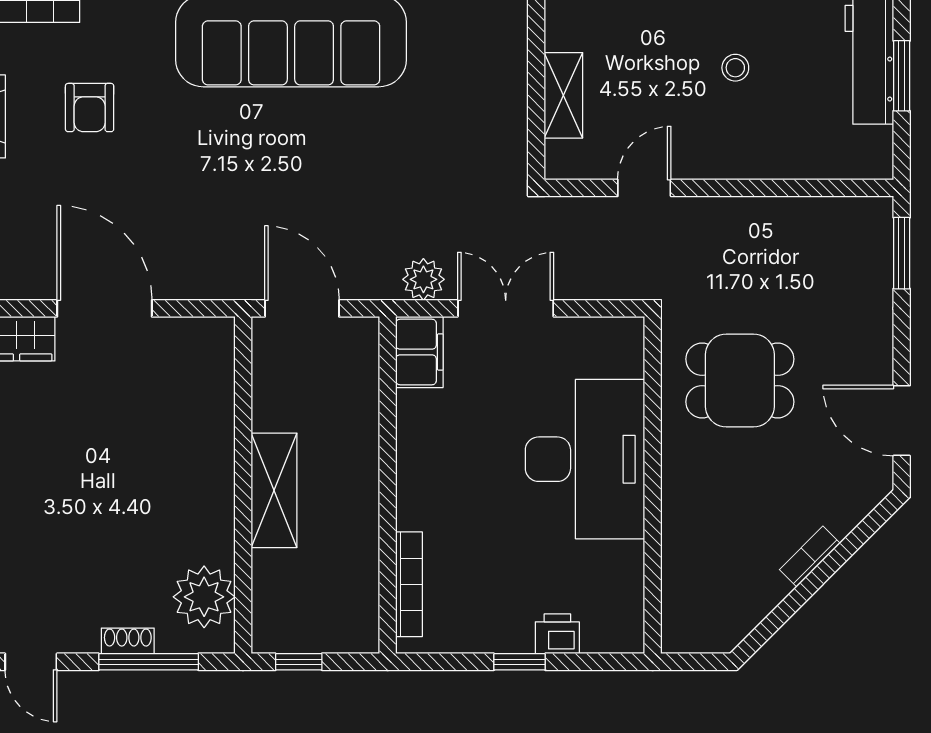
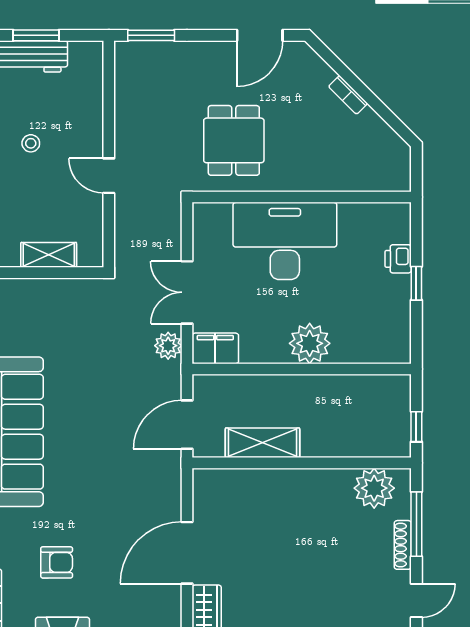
door: (644, 188) -> (109, 176), moved
shelving: (274, 490) -> (263, 443), moved
plant: (427, 497) -> (310, 343), added
bookcase: (409, 584) -> (366, 355), removed
shoe rack: (128, 641) -> (403, 545), width x1.43

